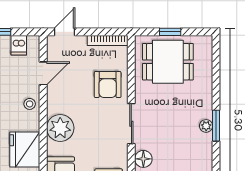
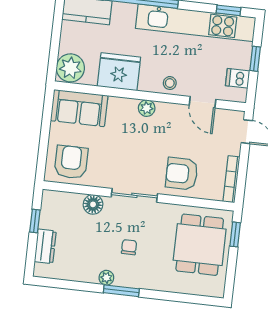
window: (170, 32) -> (235, 234), moved
chair: (177, 123) -> (129, 247), added
plant: (206, 126) -> (106, 278), moved
plant: (60, 128) -> (147, 108), width x0.53, depth x0.53

